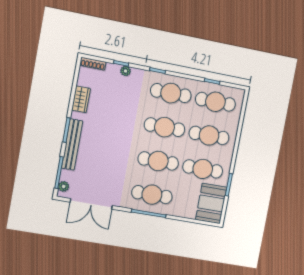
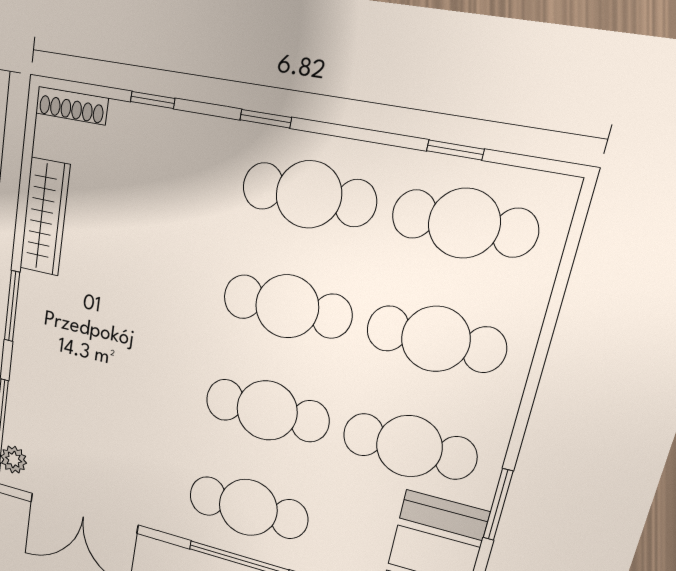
plant: (126, 71) -> (166, 125), removed
wardrobe: (81, 99) -> (45, 217), width x1.50
bench: (72, 144) -> (28, 347), removed

